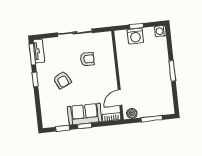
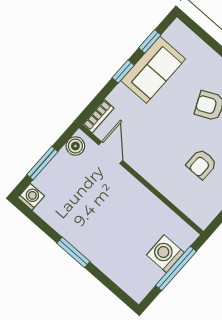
window: (136, 26) -> (176, 268), width x2.17
washing machine: (160, 31) -> (31, 197), moved
sofa: (85, 114) -> (153, 70), moved

